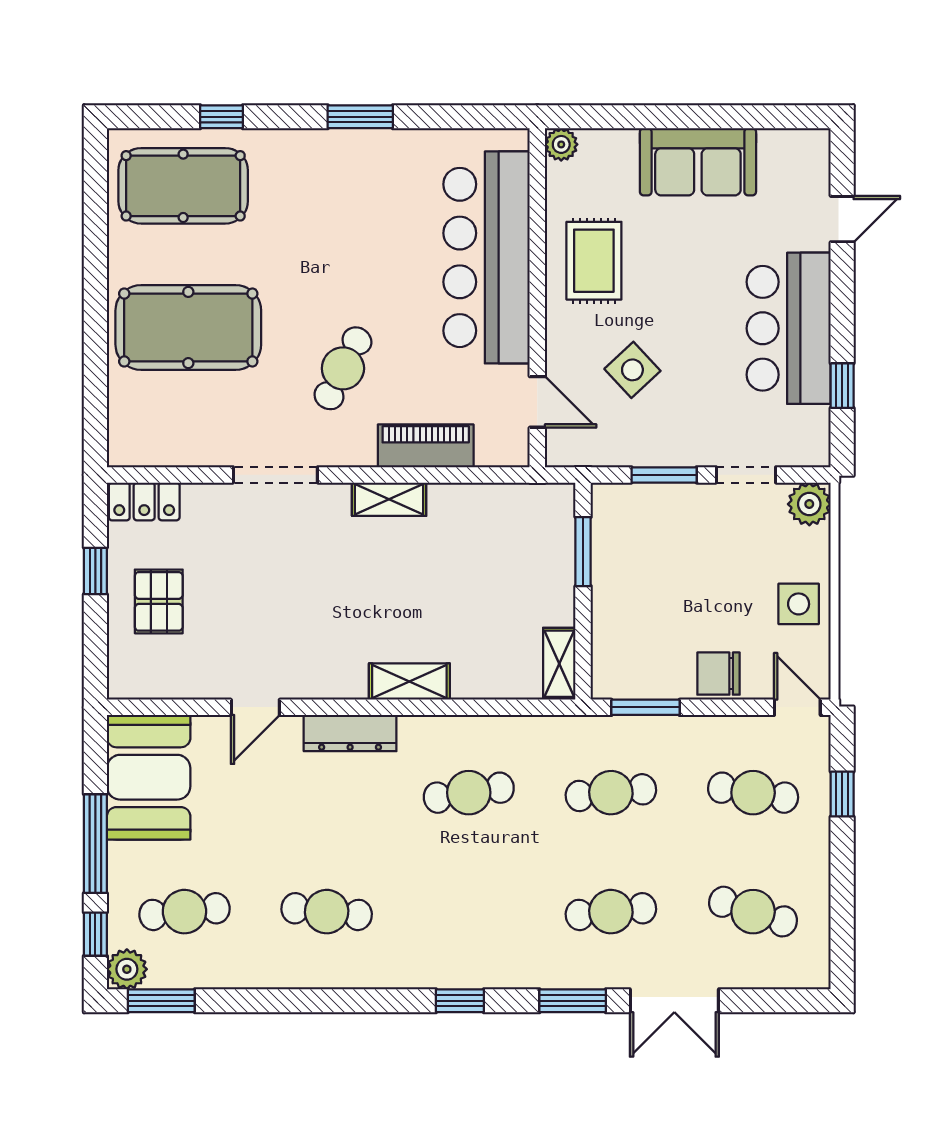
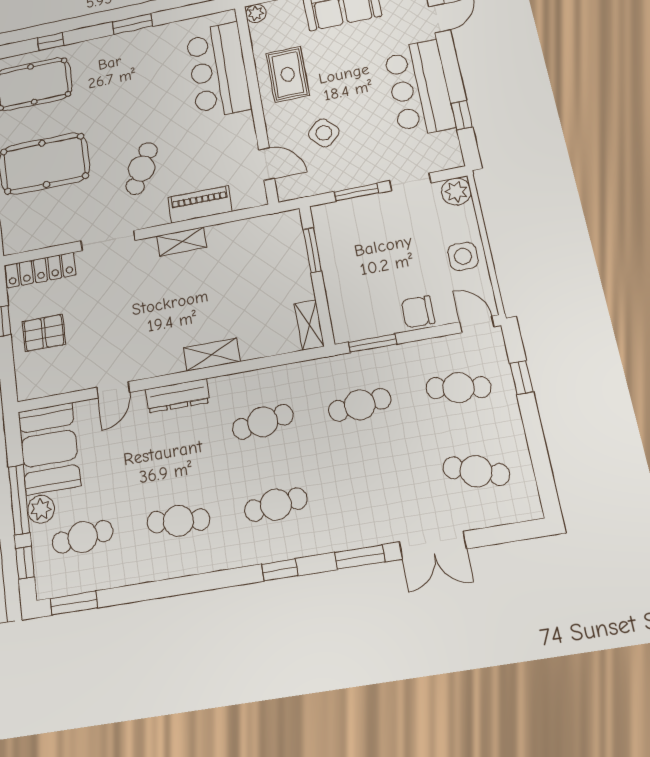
bar counter: (487, 257) -> (218, 70), width x0.73
locker: (144, 501) -> (40, 270), width x1.53
pallet: (159, 601) -> (44, 333), turned 90
cafe table: (611, 912) -> (276, 505), moved
plant: (127, 969) -> (41, 509), moved

